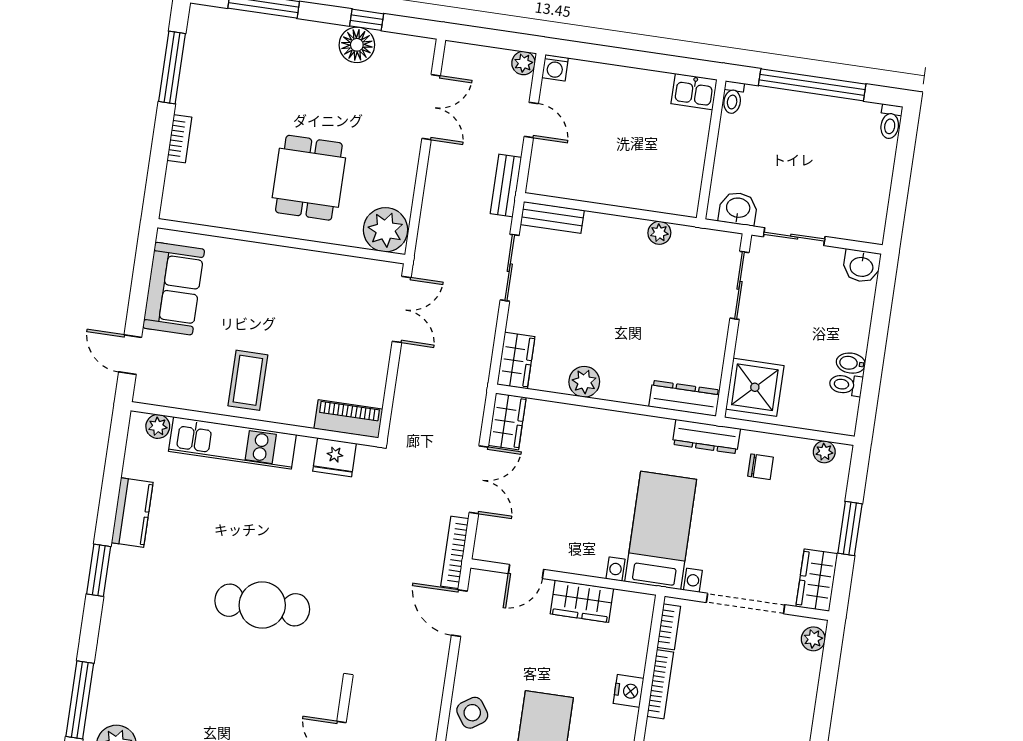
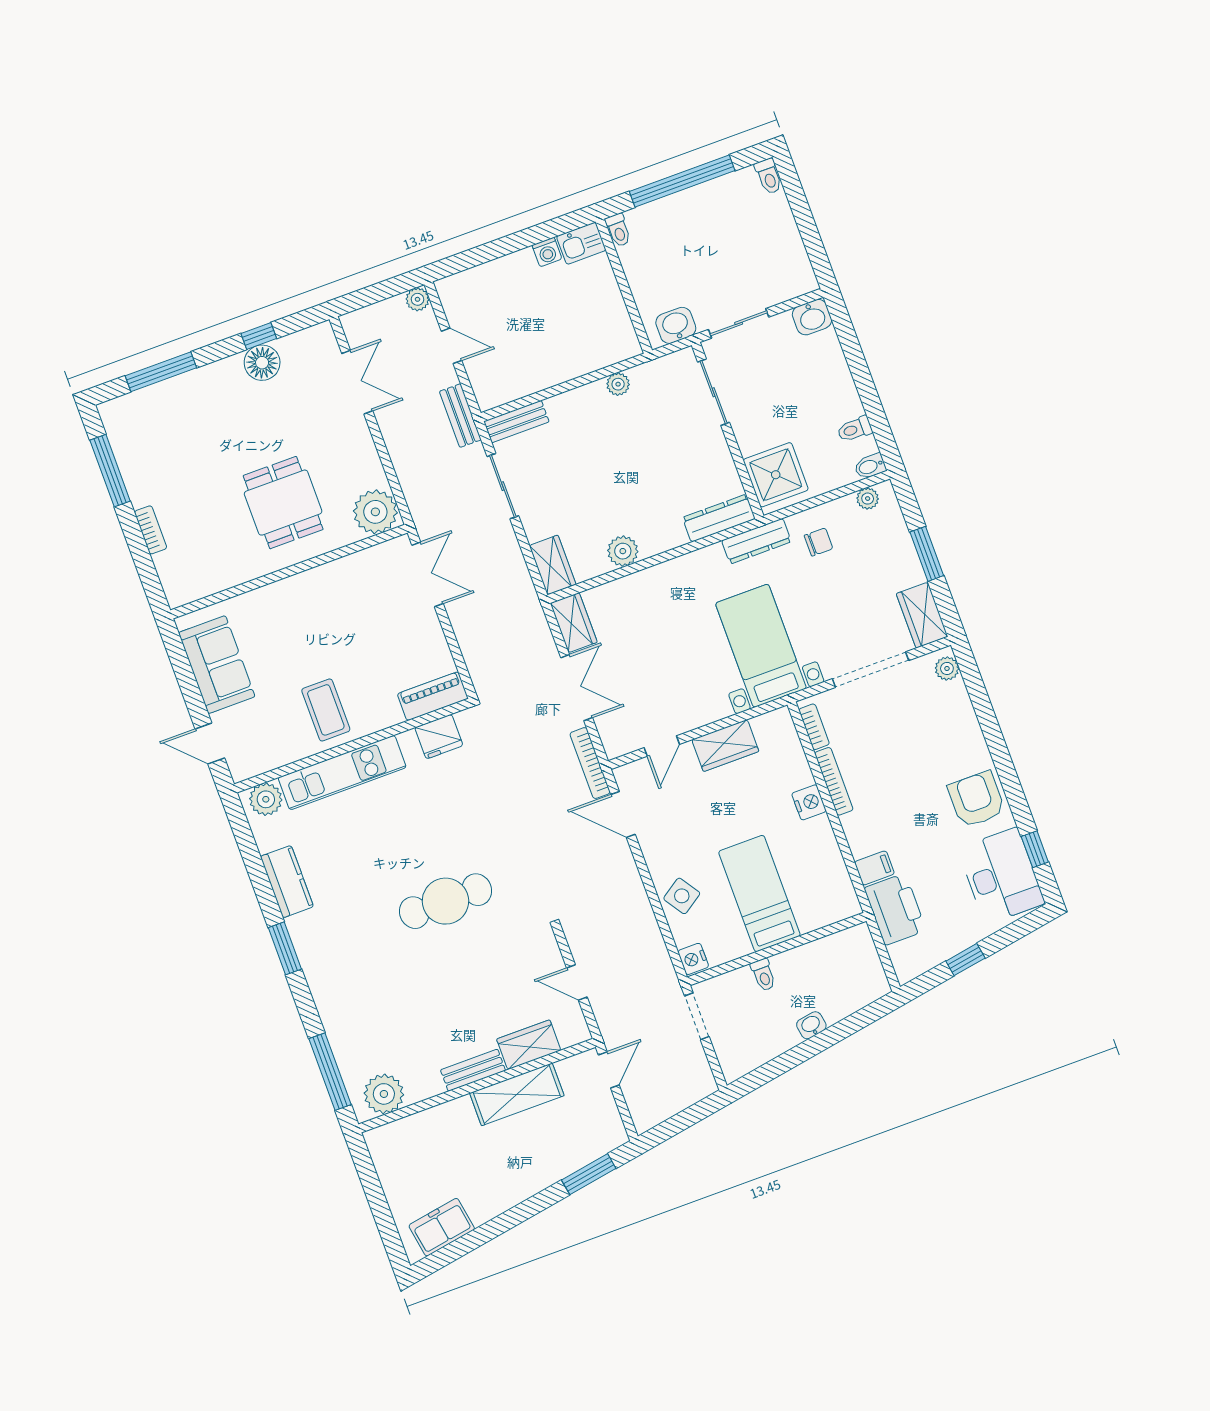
washing machine: (555, 68) -> (547, 252), moved
bidet: (851, 363) -> (870, 466), moved
plant: (158, 426) -> (266, 799), width x1.38, depth x1.38

